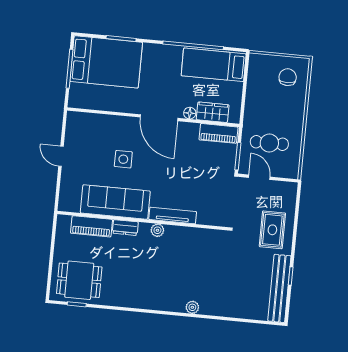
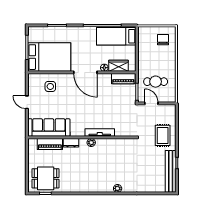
bed: (106, 62) -> (49, 57), moved
side table: (123, 159) -> (50, 86), moved
sofa: (115, 202) -> (49, 128), moved

